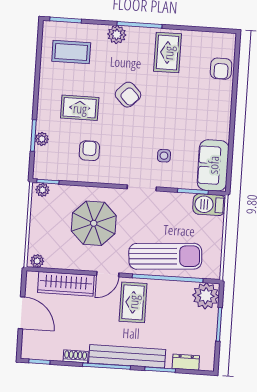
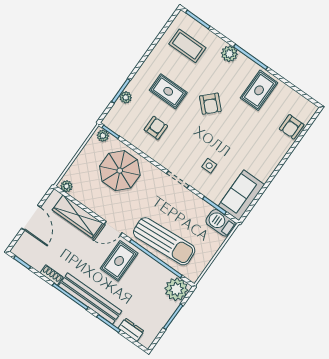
parasol: (94, 223) -> (120, 171), moved

